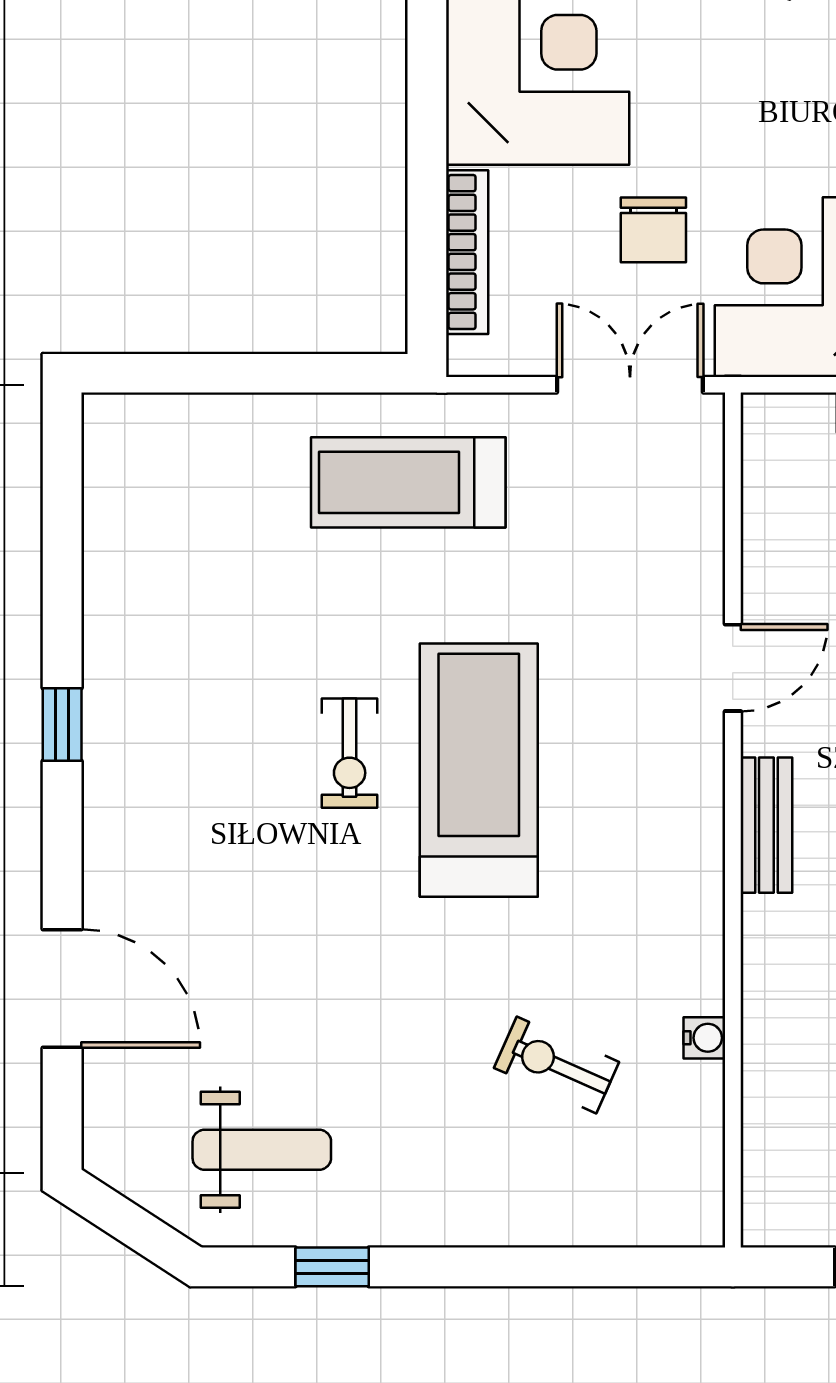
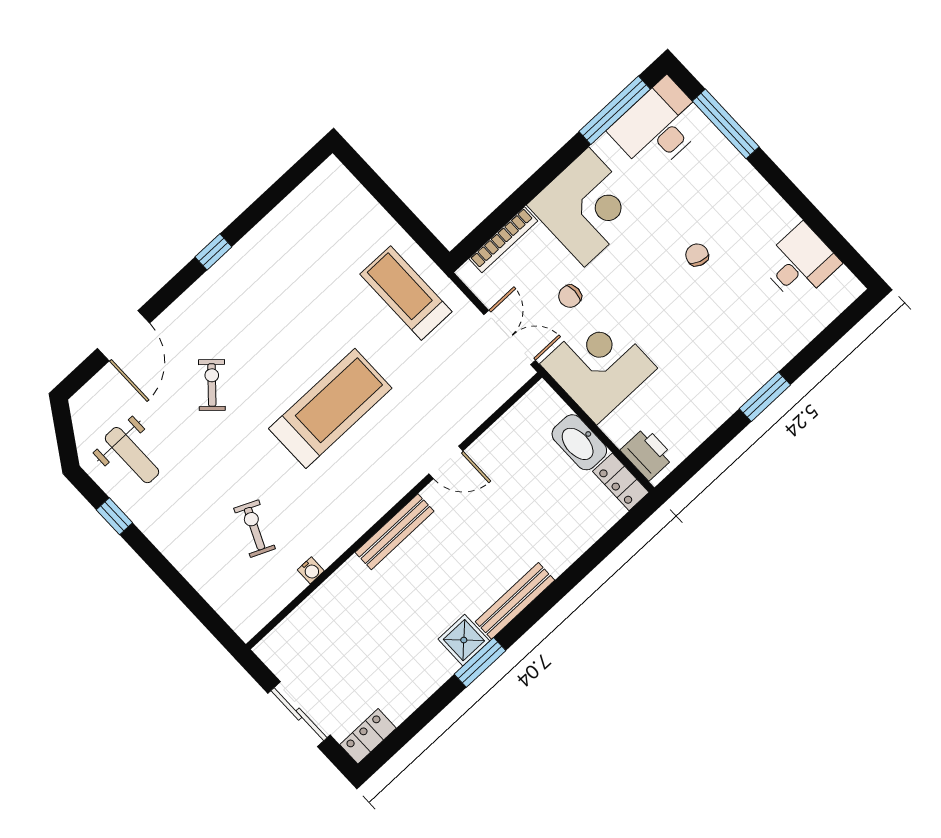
chair: (653, 230) -> (570, 296), width x0.73, depth x0.73
exercise bike: (350, 753) -> (212, 385), moved, turned 132
bench: (766, 825) -> (395, 532), width x1.36

